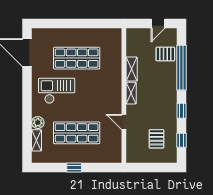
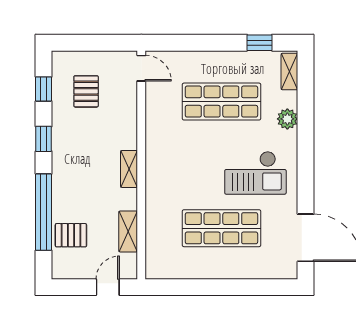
door: (158, 23) -> (108, 287), moved
shelving: (132, 69) -> (128, 231), moved
door: (124, 122) -> (141, 68), moved
shelving: (37, 140) -> (289, 71), moved
window: (74, 167) -> (260, 43), moved

